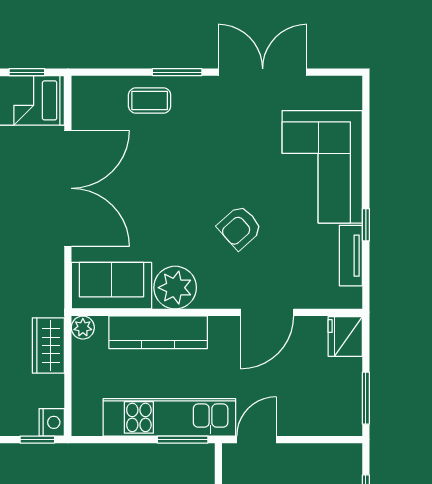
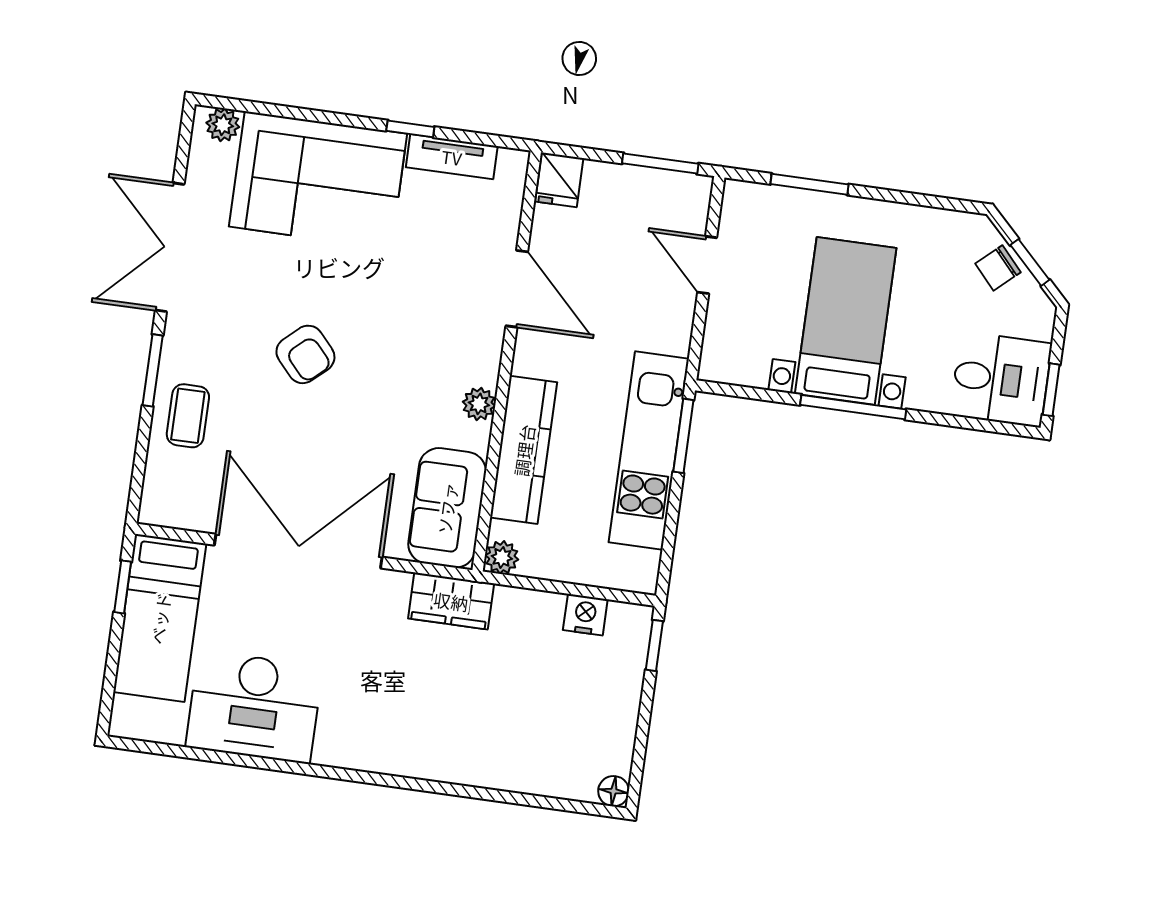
plant: (351, 97) -> (223, 125), added
armchair: (240, 228) -> (305, 354), moved
plant: (175, 288) -> (479, 404), width x0.53, depth x0.53
fridge: (345, 336) -> (559, 180), width x0.72
wardrobe: (48, 345) -> (451, 601), moved
nightstand: (52, 422) -> (585, 615), moved
door: (257, 440) -> (707, 265), moved

